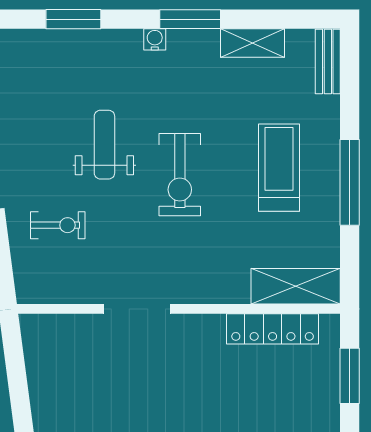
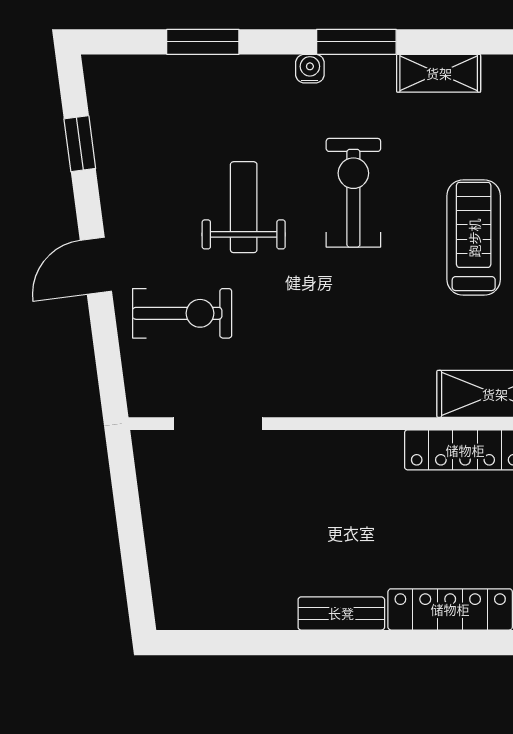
exercise bike: (180, 175) -> (353, 193), moved, turned 180
exercise bike: (58, 225) -> (182, 313), width x1.38, depth x1.39
doorway: (137, 309) -> (218, 424), moved

